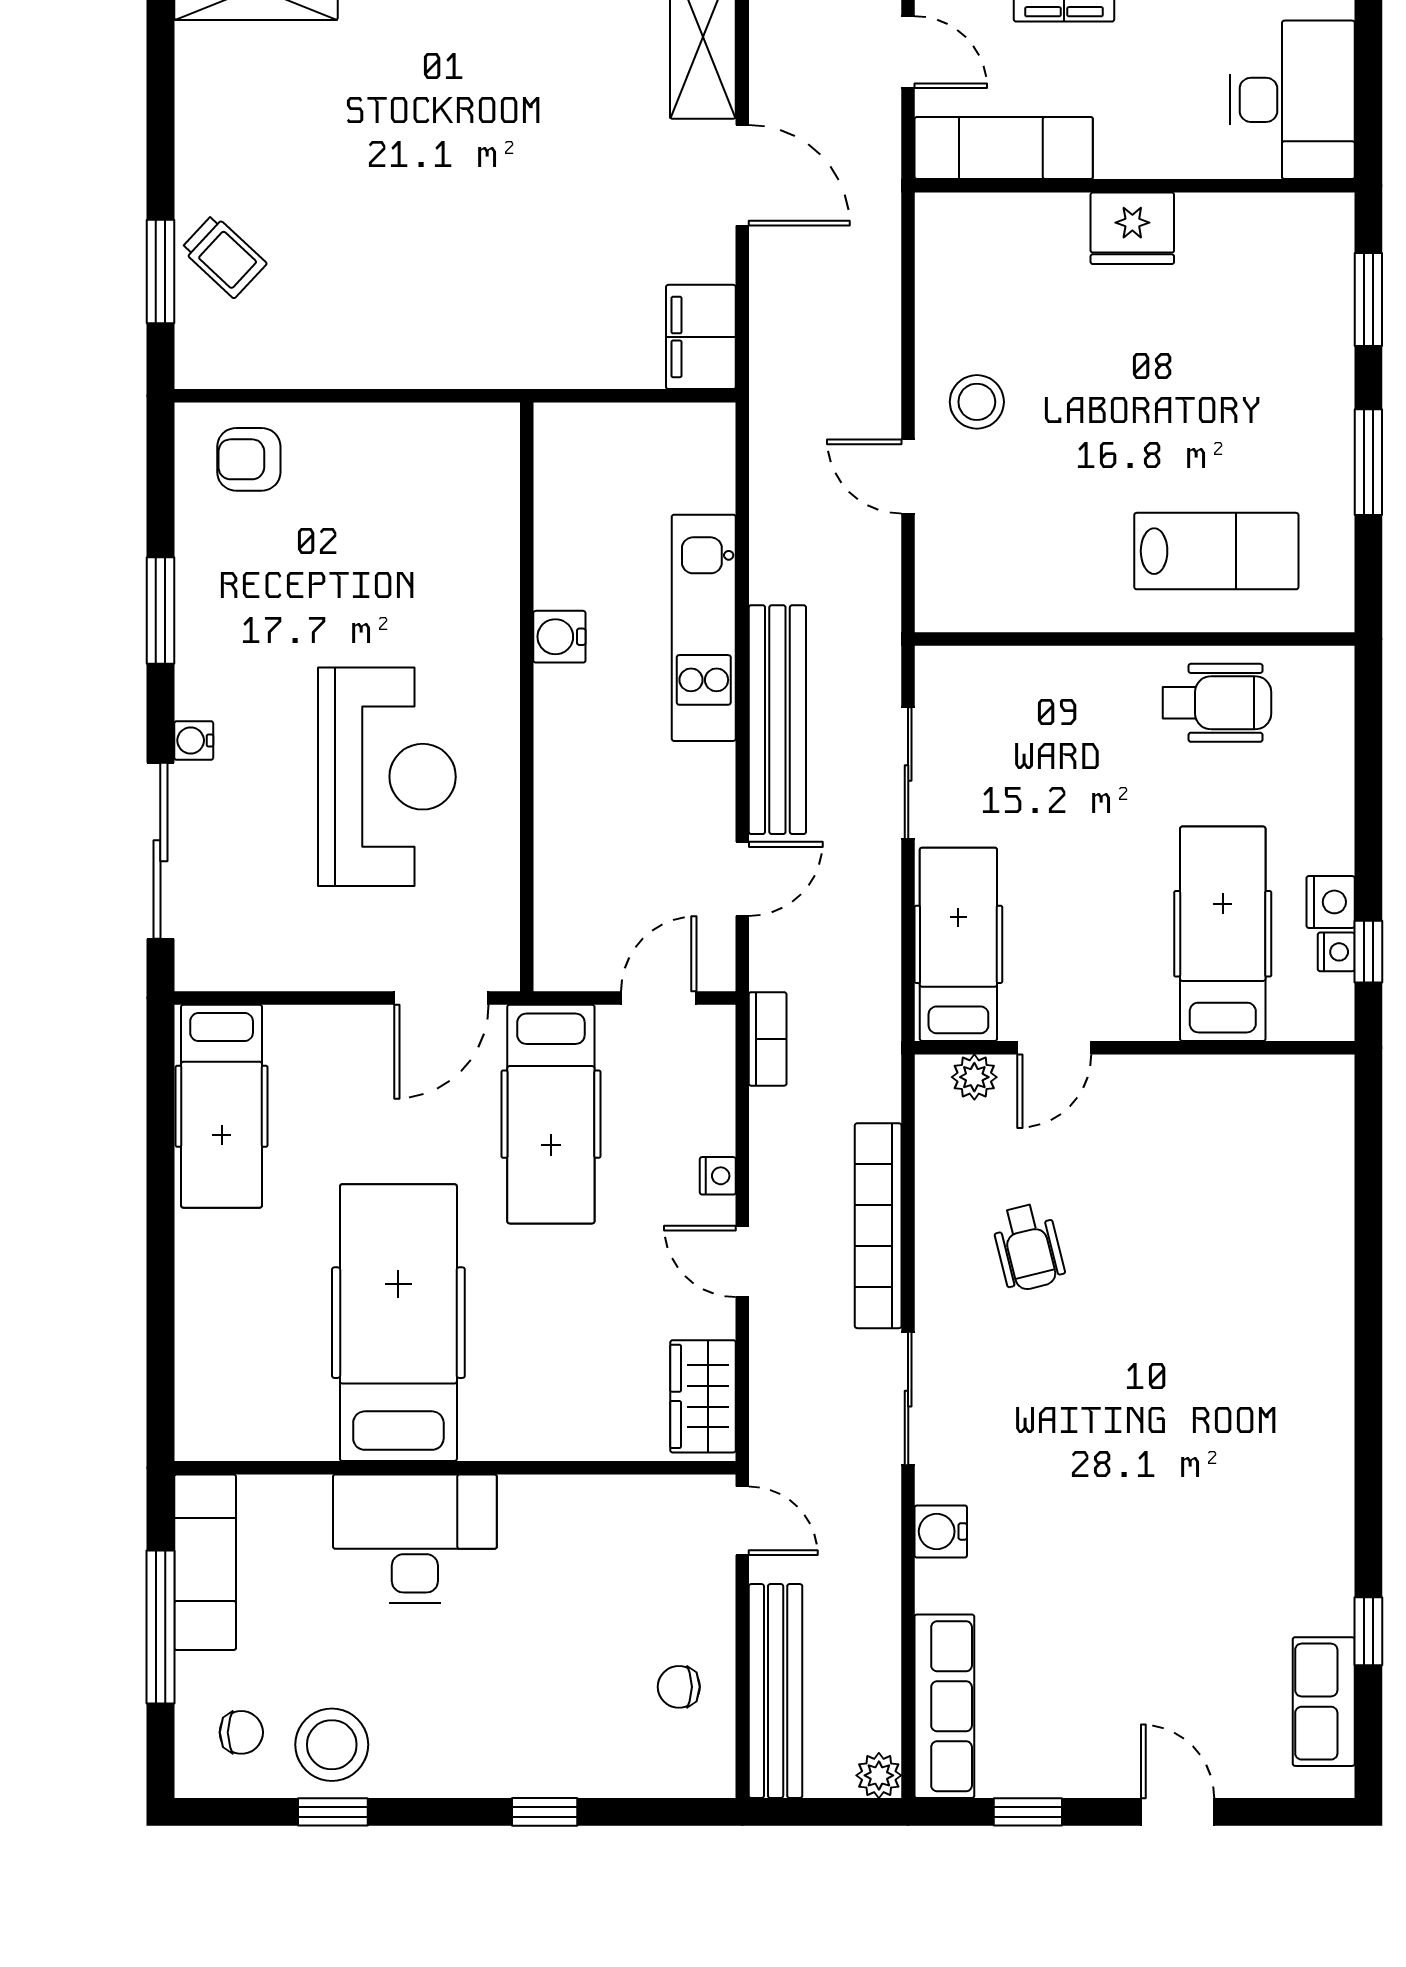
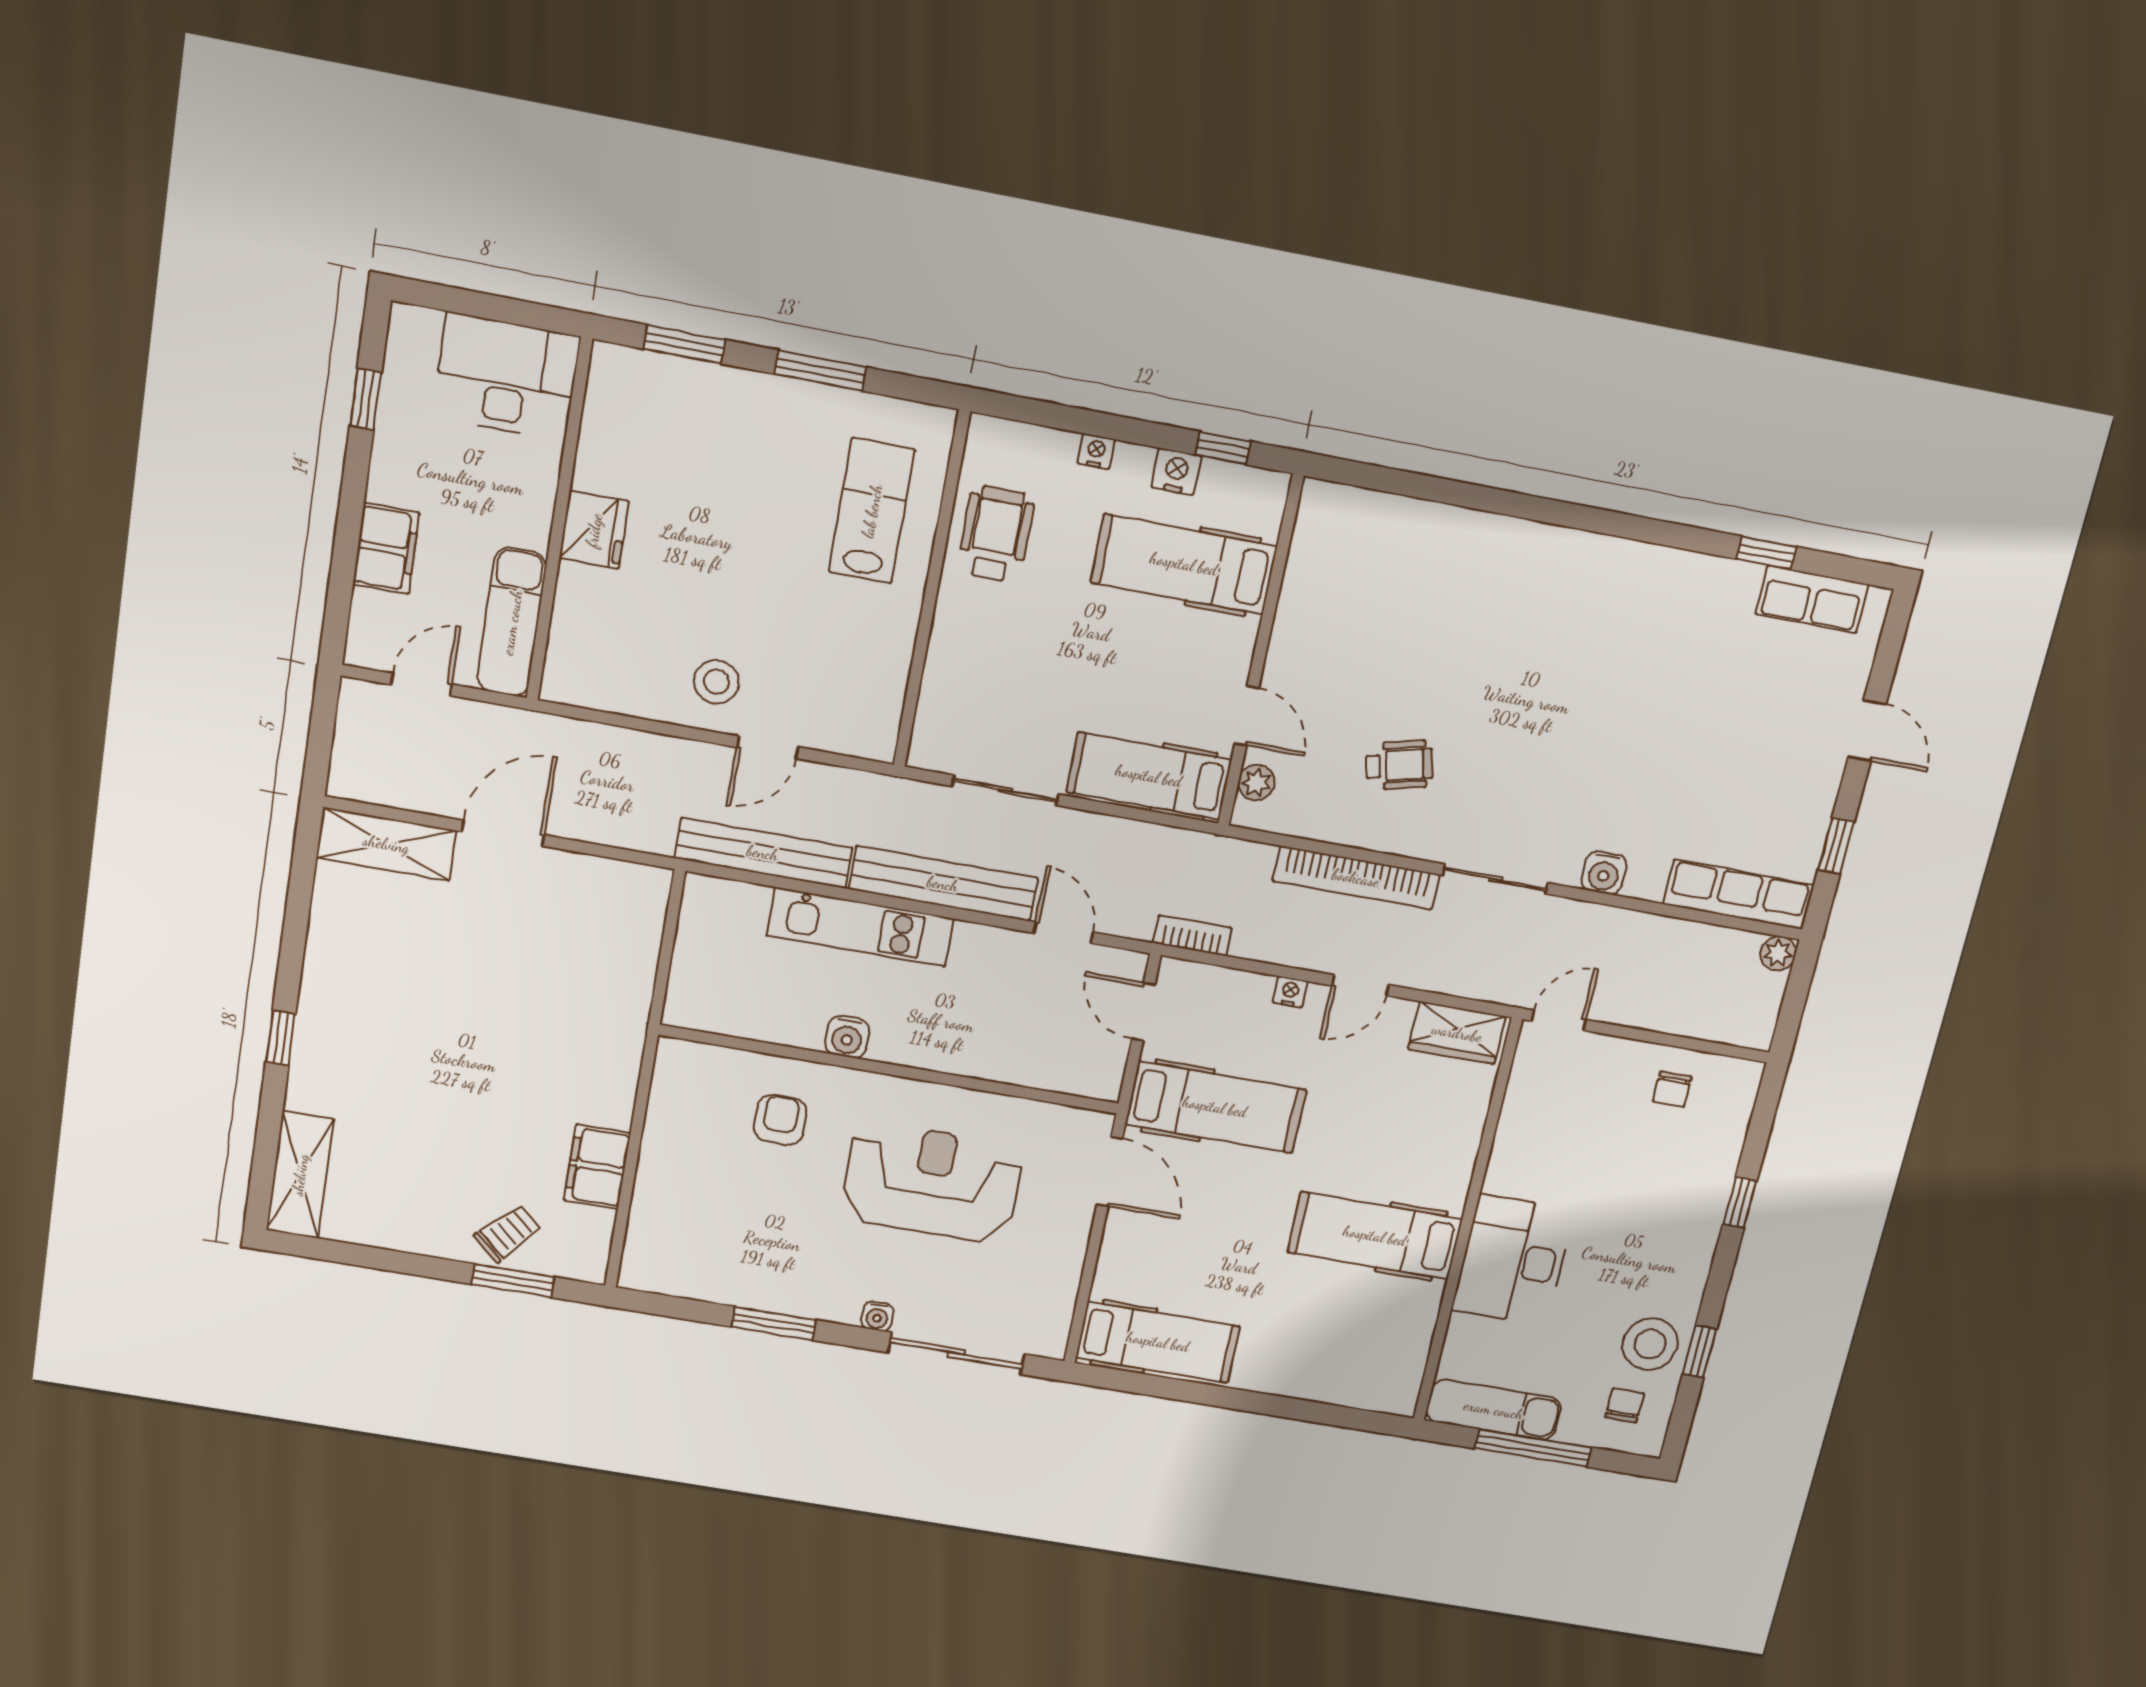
filing cabinet: (701, 337) -> (597, 1167), moved, turned 90
armchair: (249, 459) -> (780, 1120), moved, turned 180
nightstand: (1336, 952) -> (1096, 451), moved
hospital bed: (398, 1323) -> (1375, 1236), width x0.73, depth x0.78
bench: (776, 1691) -> (763, 853), moved
door: (1178, 1812) -> (1867, 731), swing flipped

